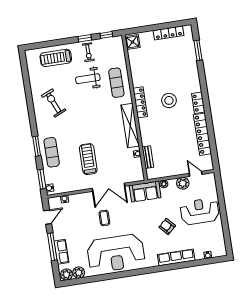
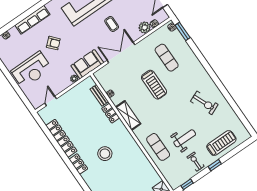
window: (85, 38) -> (215, 165), moved
locker: (140, 102) -> (111, 113), moved, width x0.66
shelving: (130, 125) -> (128, 115), width x0.68
window: (37, 146) -> (201, 58), removed
exercise mat: (52, 152) -> (167, 58), moved
treadmill: (88, 159) -> (154, 85), moved
door: (196, 174) -> (51, 101), swing flipped
plant: (183, 183) -> (145, 28), moved

